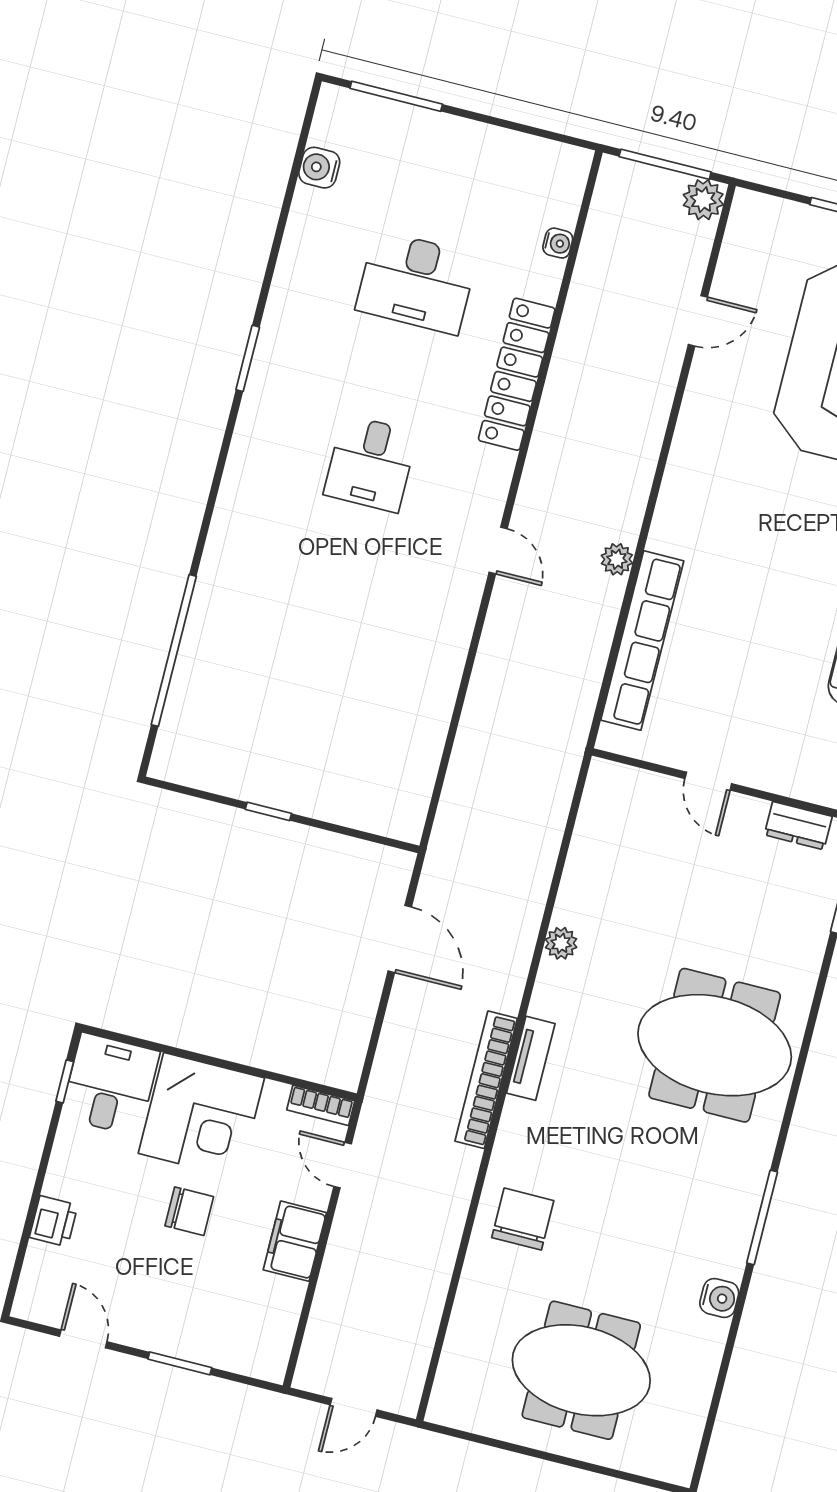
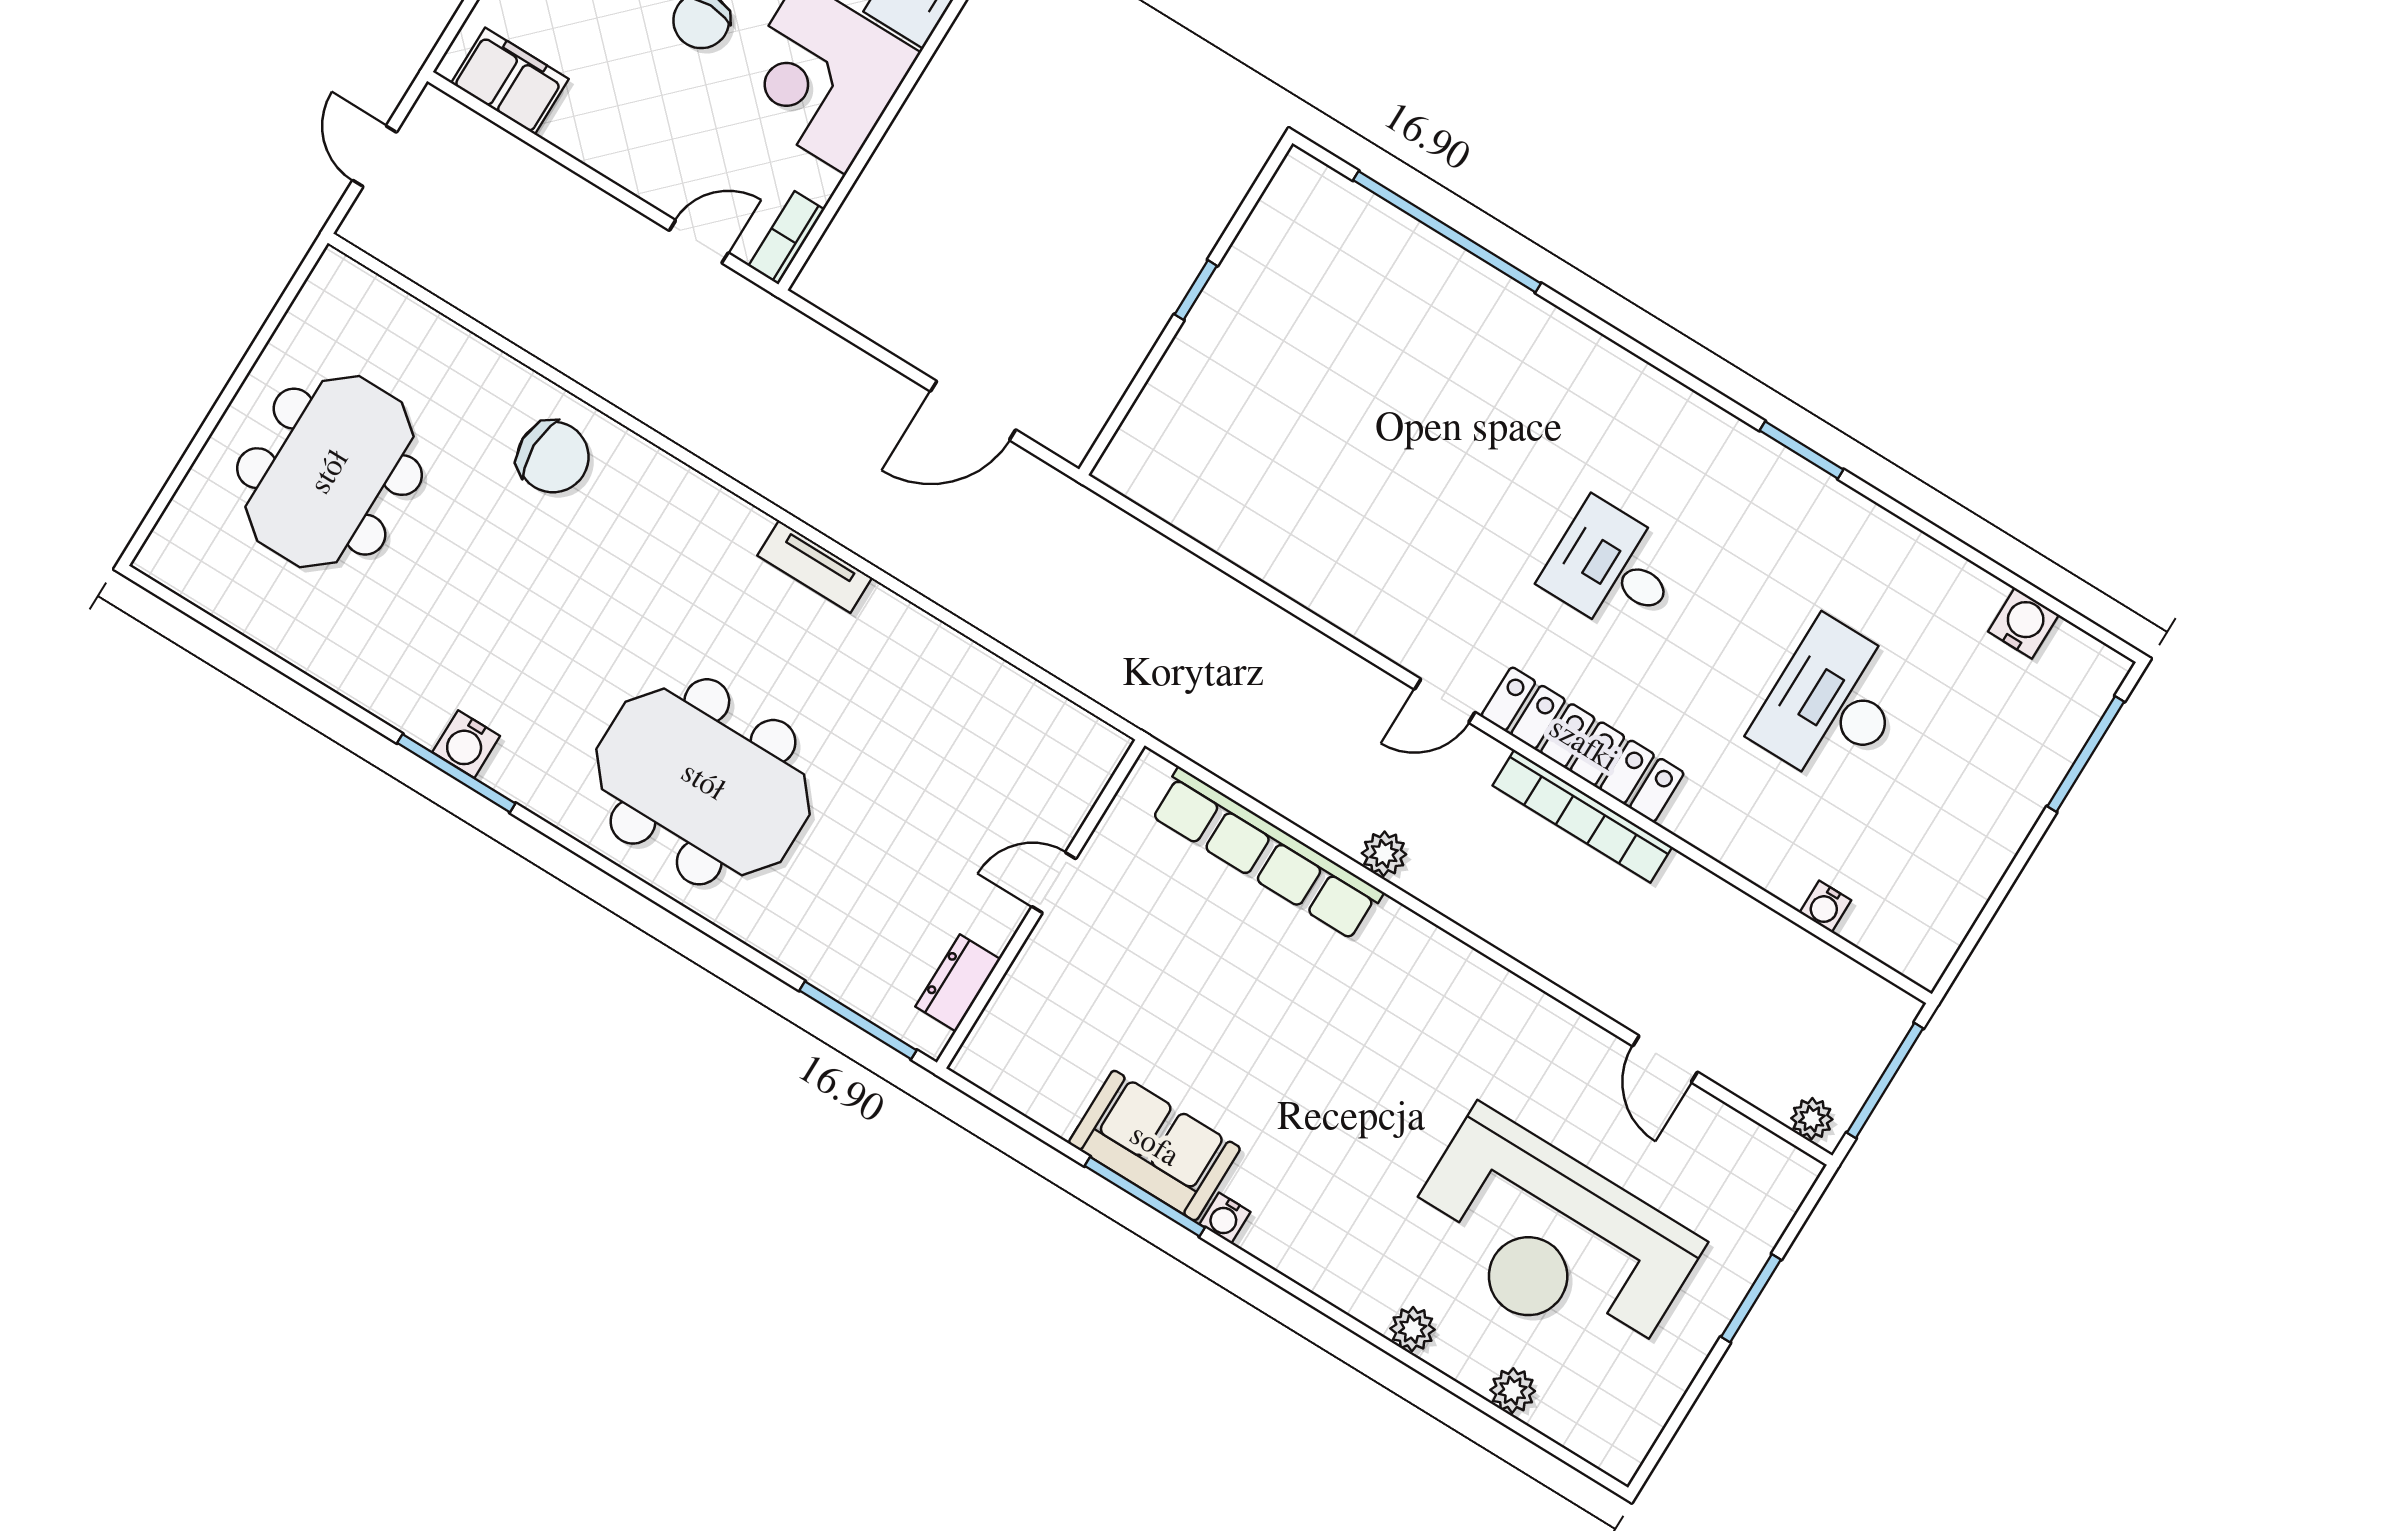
plant: (703, 200) -> (1812, 1119), width x0.73, depth x0.73
locker: (517, 374) -> (1583, 745), moved
plant: (561, 943) -> (901, 621), removed
meeting table: (715, 1045) -> (703, 782), turned 90
tv unit: (531, 1058) -> (815, 567), moved
bookcase: (486, 1080) -> (1582, 816), moved, turned 180
filing cabinet: (295, 1241) -> (510, 81), moved
water cooler: (719, 1298) -> (466, 744), moved

